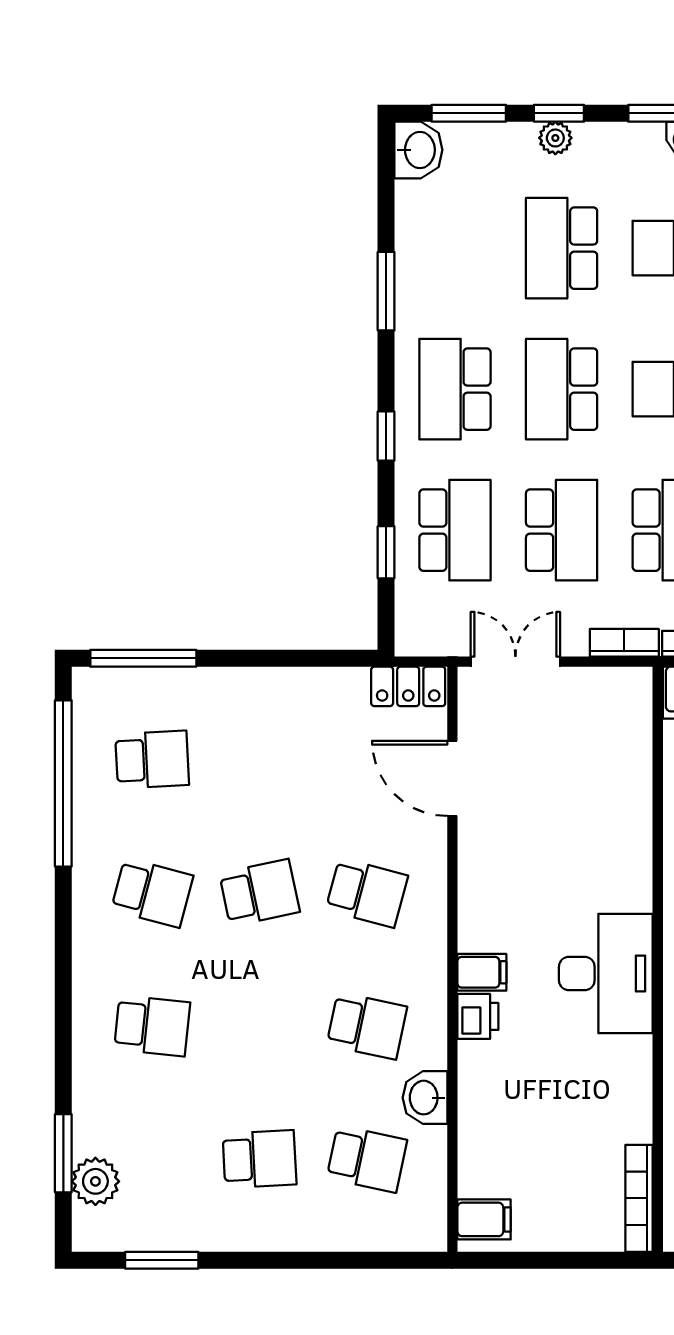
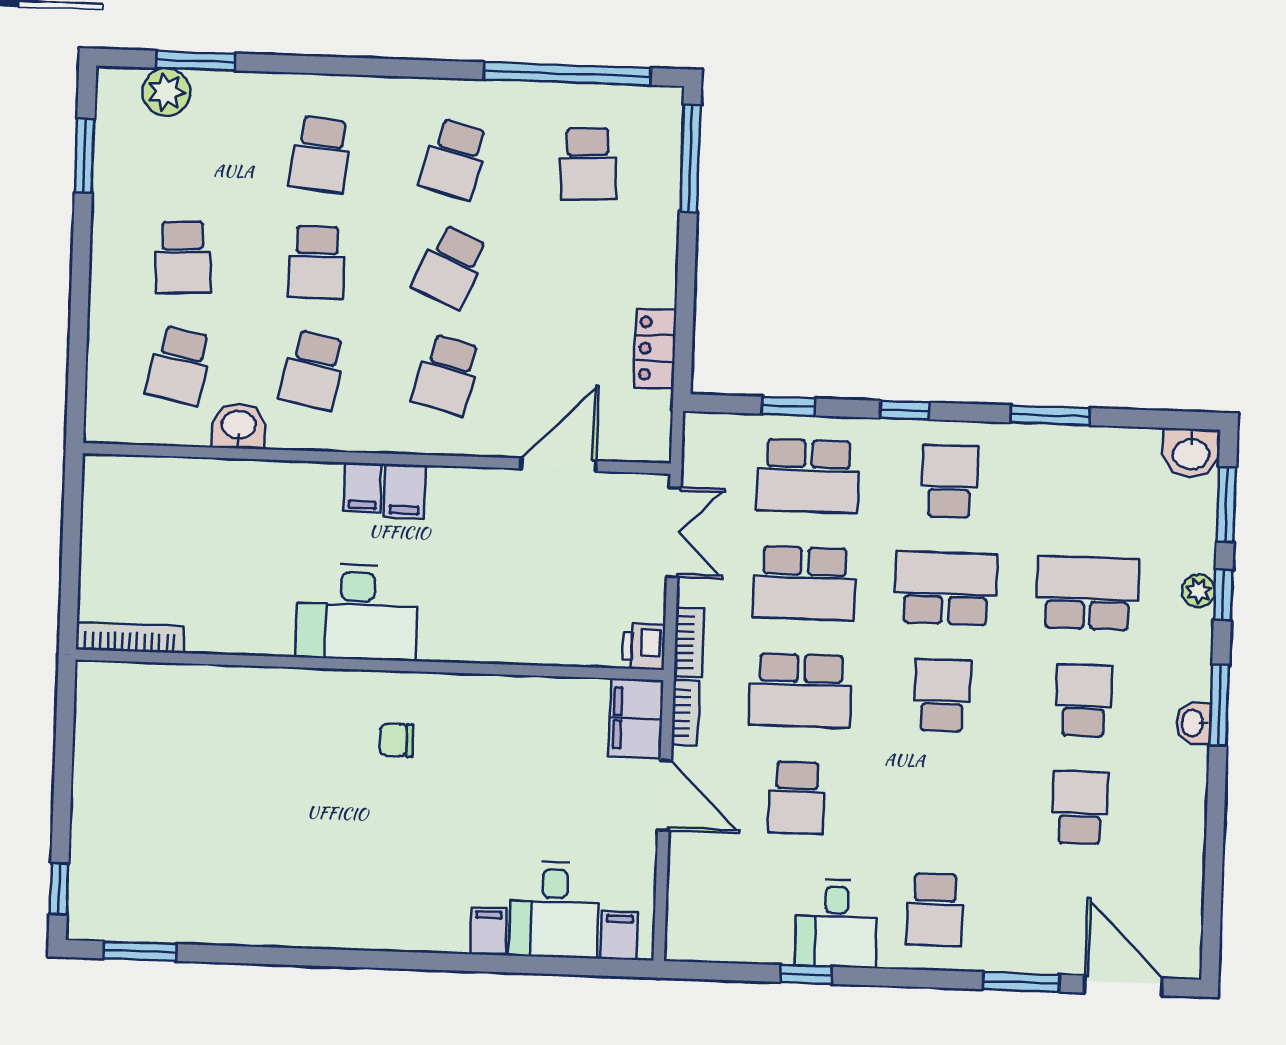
school desk: (455, 389) -> (950, 481), width x0.54
locker: (408, 686) -> (655, 348), moved
school desk: (259, 893) -> (451, 267), turned 36
printer: (478, 1016) -> (644, 647), moved, turned 90
school desk: (259, 1026) -> (317, 262), added
filing cabinet: (484, 1219) -> (405, 491), moved

